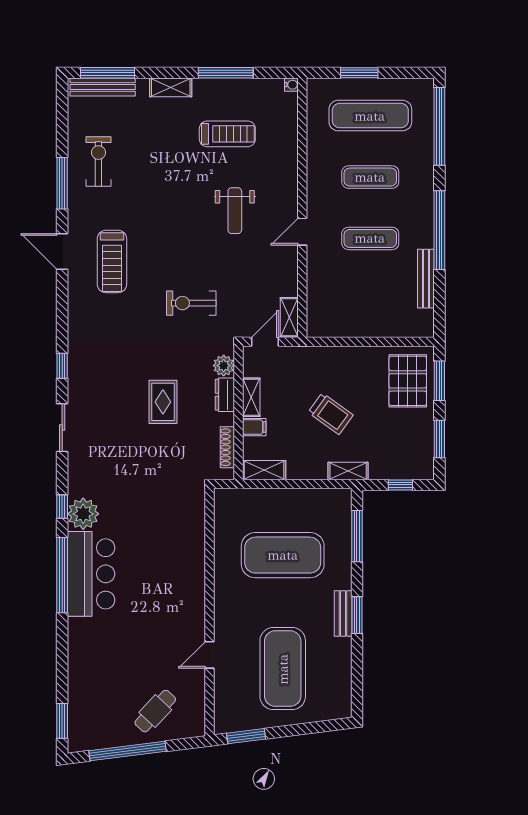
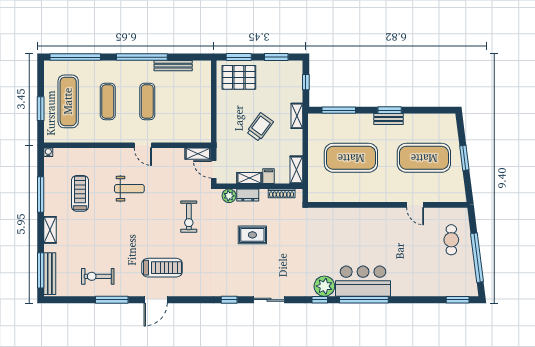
exercise mat: (283, 555) -> (351, 158), turned 90
cafe table: (155, 711) -> (451, 240), turned 47
window: (246, 736) -> (464, 158), moved

